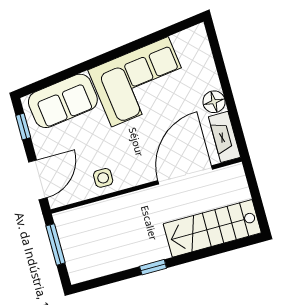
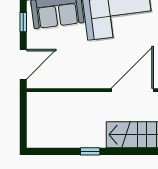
side table: (103, 178) -> (71, 76), removed
window: (55, 244) -> (23, 115), removed

